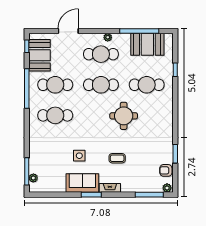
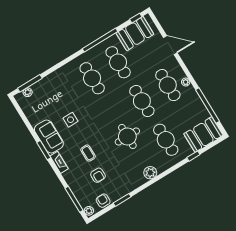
booth: (147, 44) -> (203, 134), moved, turned 90
plant: (167, 115) -> (150, 173), added
armchair: (141, 161) -> (98, 175), added

